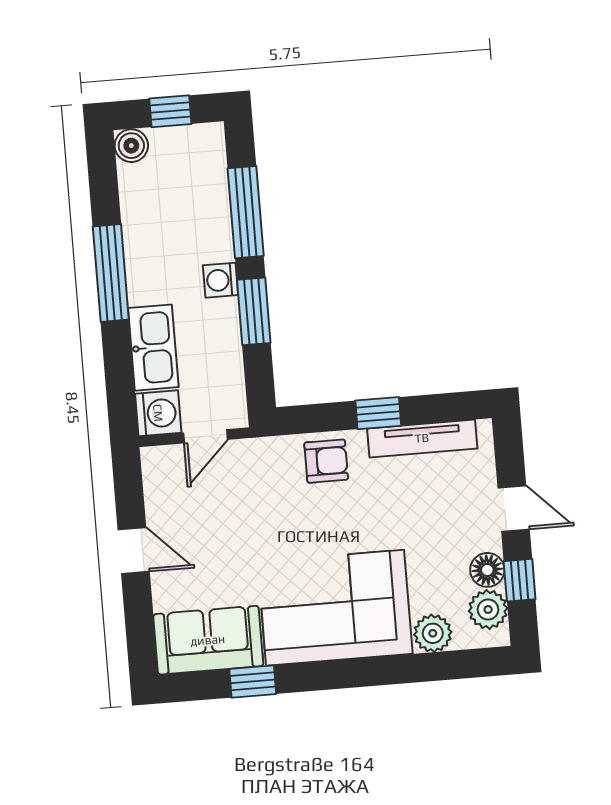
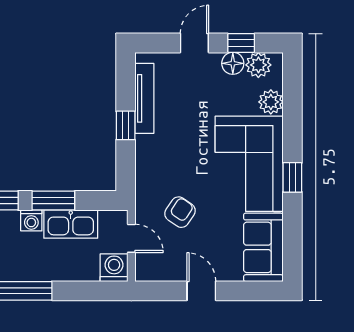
kitchen sink: (153, 348) -> (71, 224), moved, turned 180
armchair: (326, 461) -> (180, 212), moved, turned 34
door: (134, 550) -> (201, 291), hinge flipped
window: (253, 681) -> (292, 177), moved

